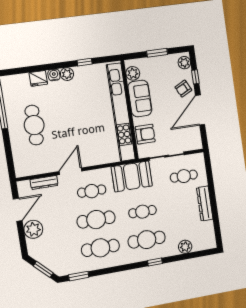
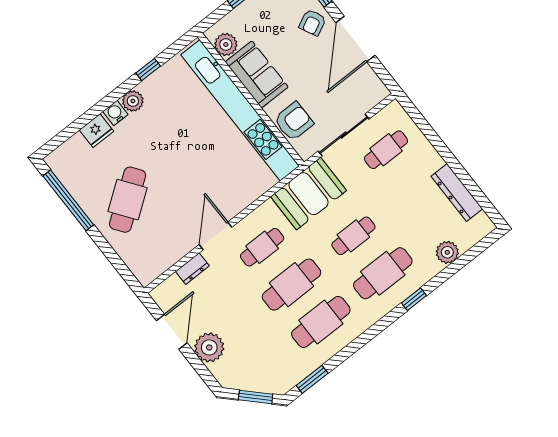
cafe table: (34, 125) -> (128, 200), turned 54
dresser: (44, 182) -> (192, 269), width x0.70
dresser: (205, 203) -> (457, 193), moved

